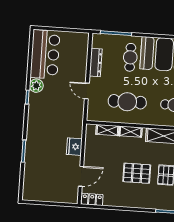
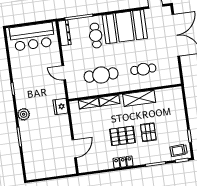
bar counter: (45, 54) -> (32, 37), moved, turned 90
dresser: (96, 63) -> (64, 33), moved
plant: (36, 86) -> (24, 114), moved
fridge: (74, 147) -> (60, 107), moved
locker: (92, 199) -> (123, 162), moved

